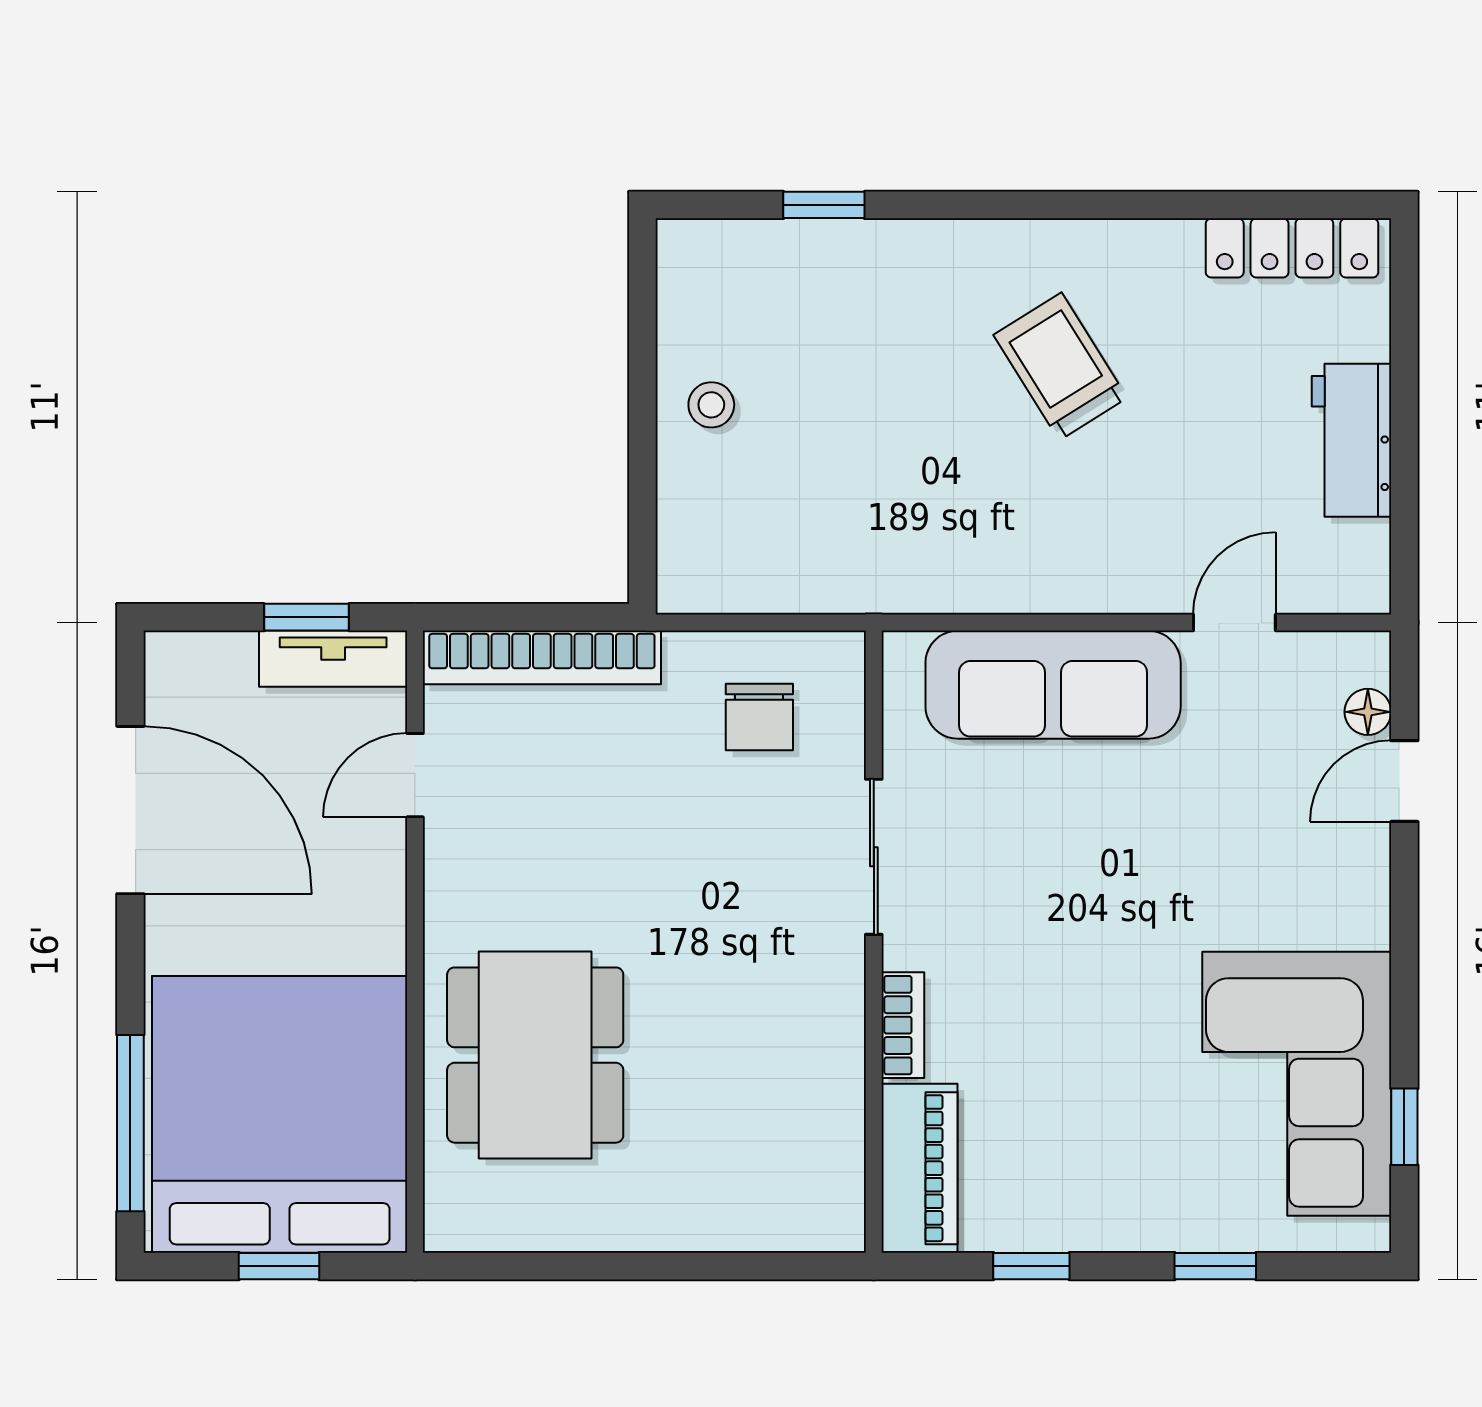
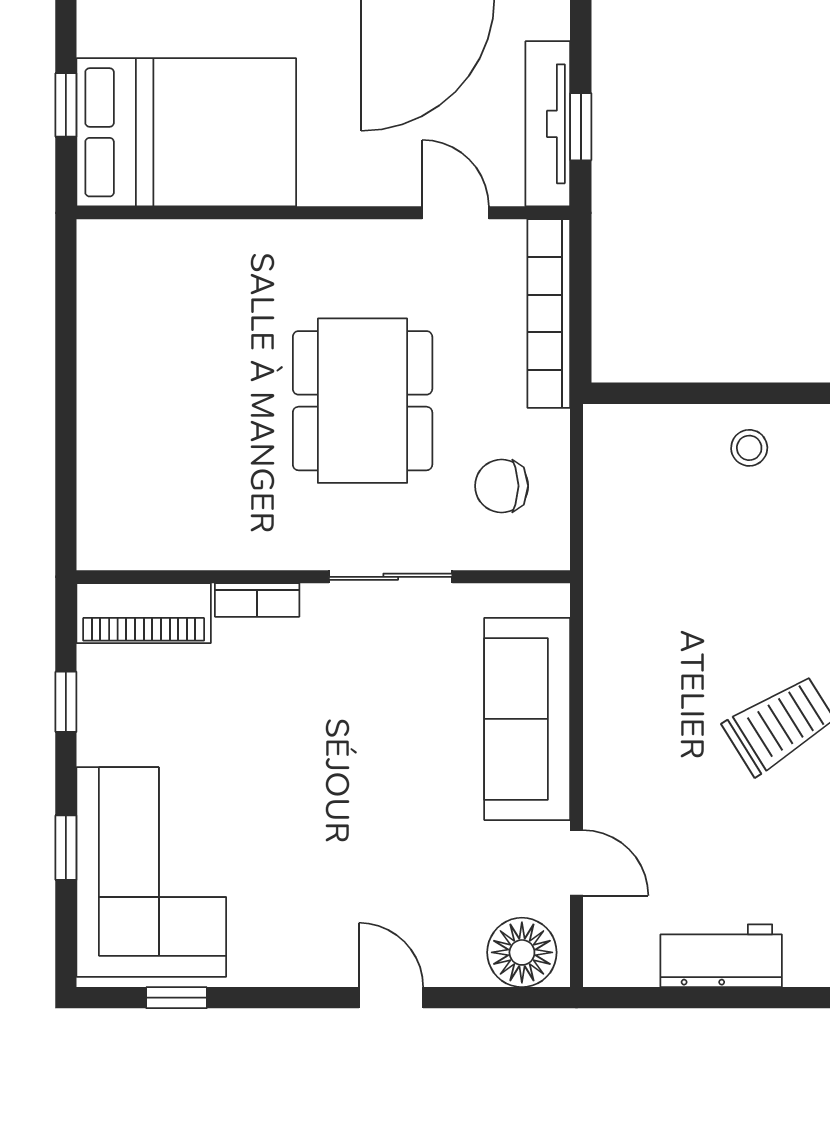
tv unit: (333, 659) -> (548, 124), width x1.41
floor lamp: (1368, 712) -> (522, 952), width x1.89, depth x1.89
door: (1404, 781) -> (391, 998), moved
dining table: (535, 1055) -> (363, 401), moved, turned 90
corner sofa: (1297, 1084) -> (151, 872), moved, turned 90
bed: (280, 1114) -> (186, 132), width x0.73

